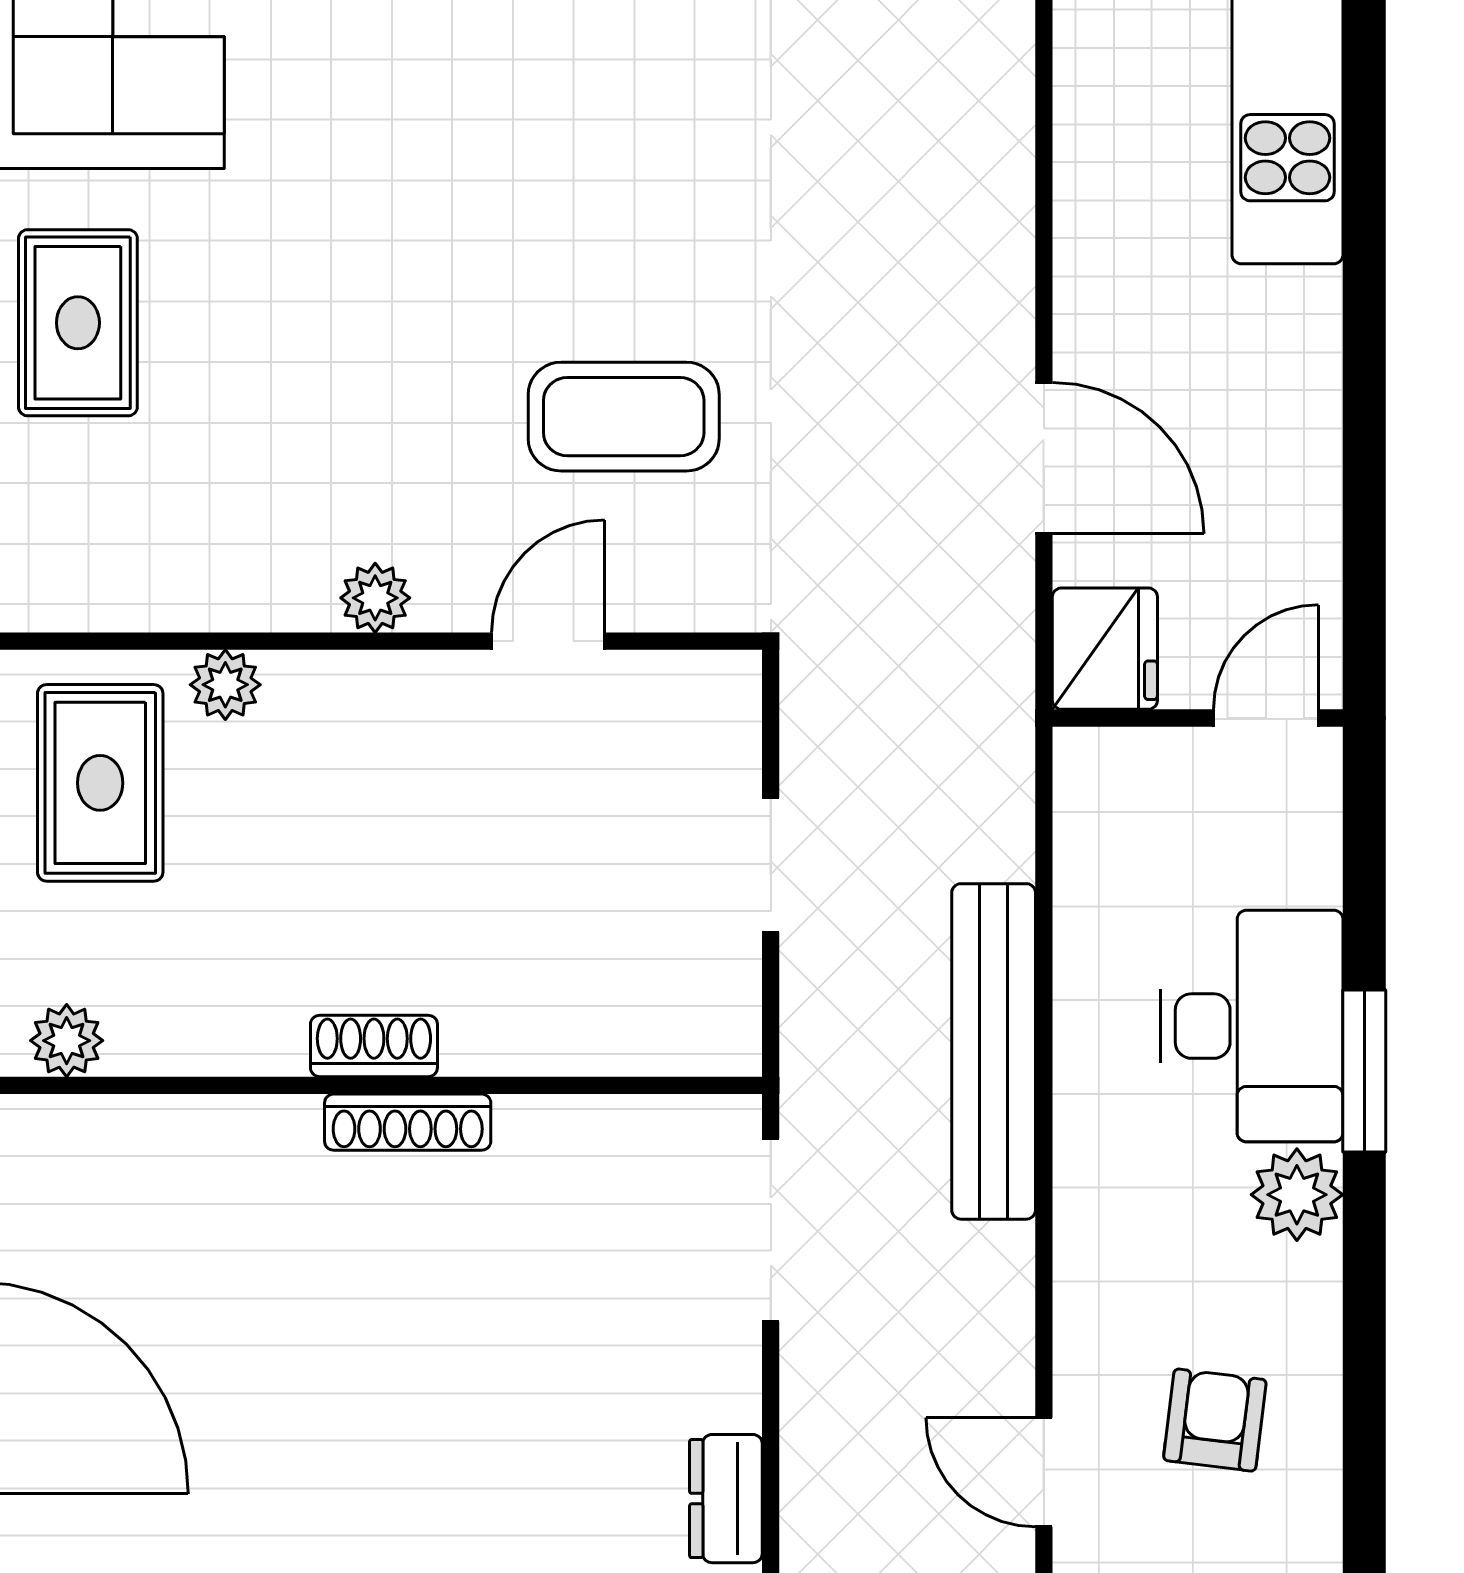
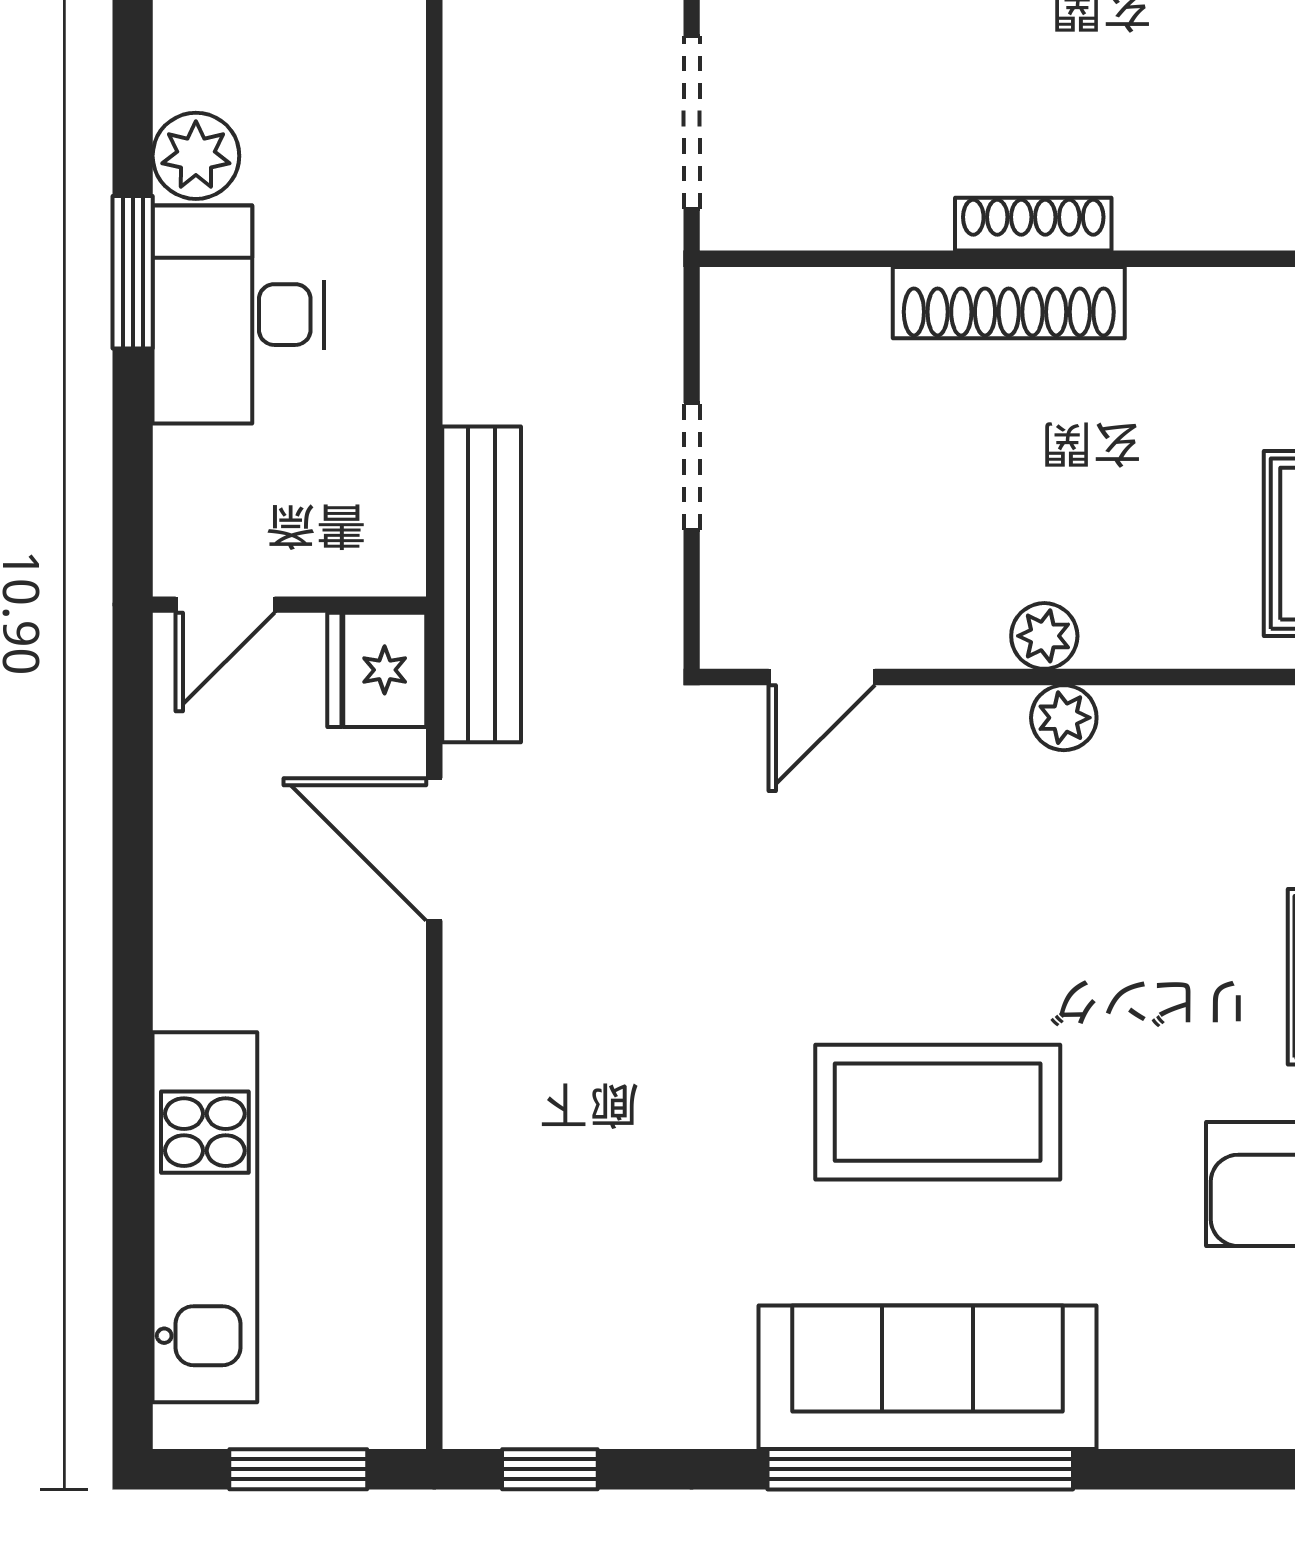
coffee table: (624, 417) -> (938, 1112), moved, width x1.36, depth x1.32
door: (548, 641) -> (822, 677), moved
plant: (225, 685) -> (1044, 636), moved
shoe rack: (374, 1046) -> (1009, 303), width x1.94, depth x1.24
bench: (994, 1051) -> (482, 584), moved

